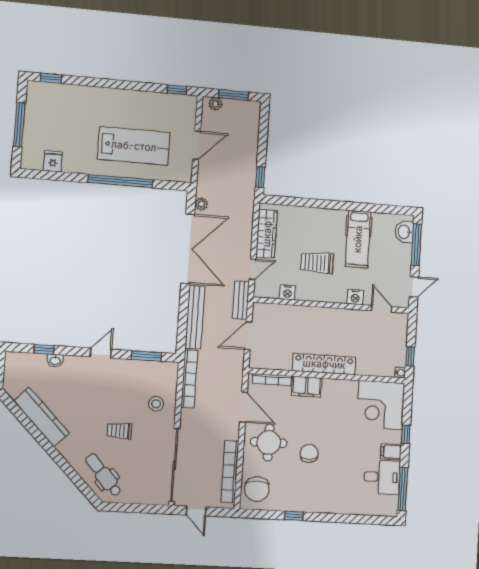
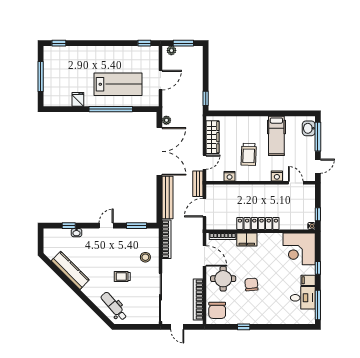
fridge: (53, 161) -> (78, 99), moved
trolley: (317, 263) -> (249, 154), turned -88

